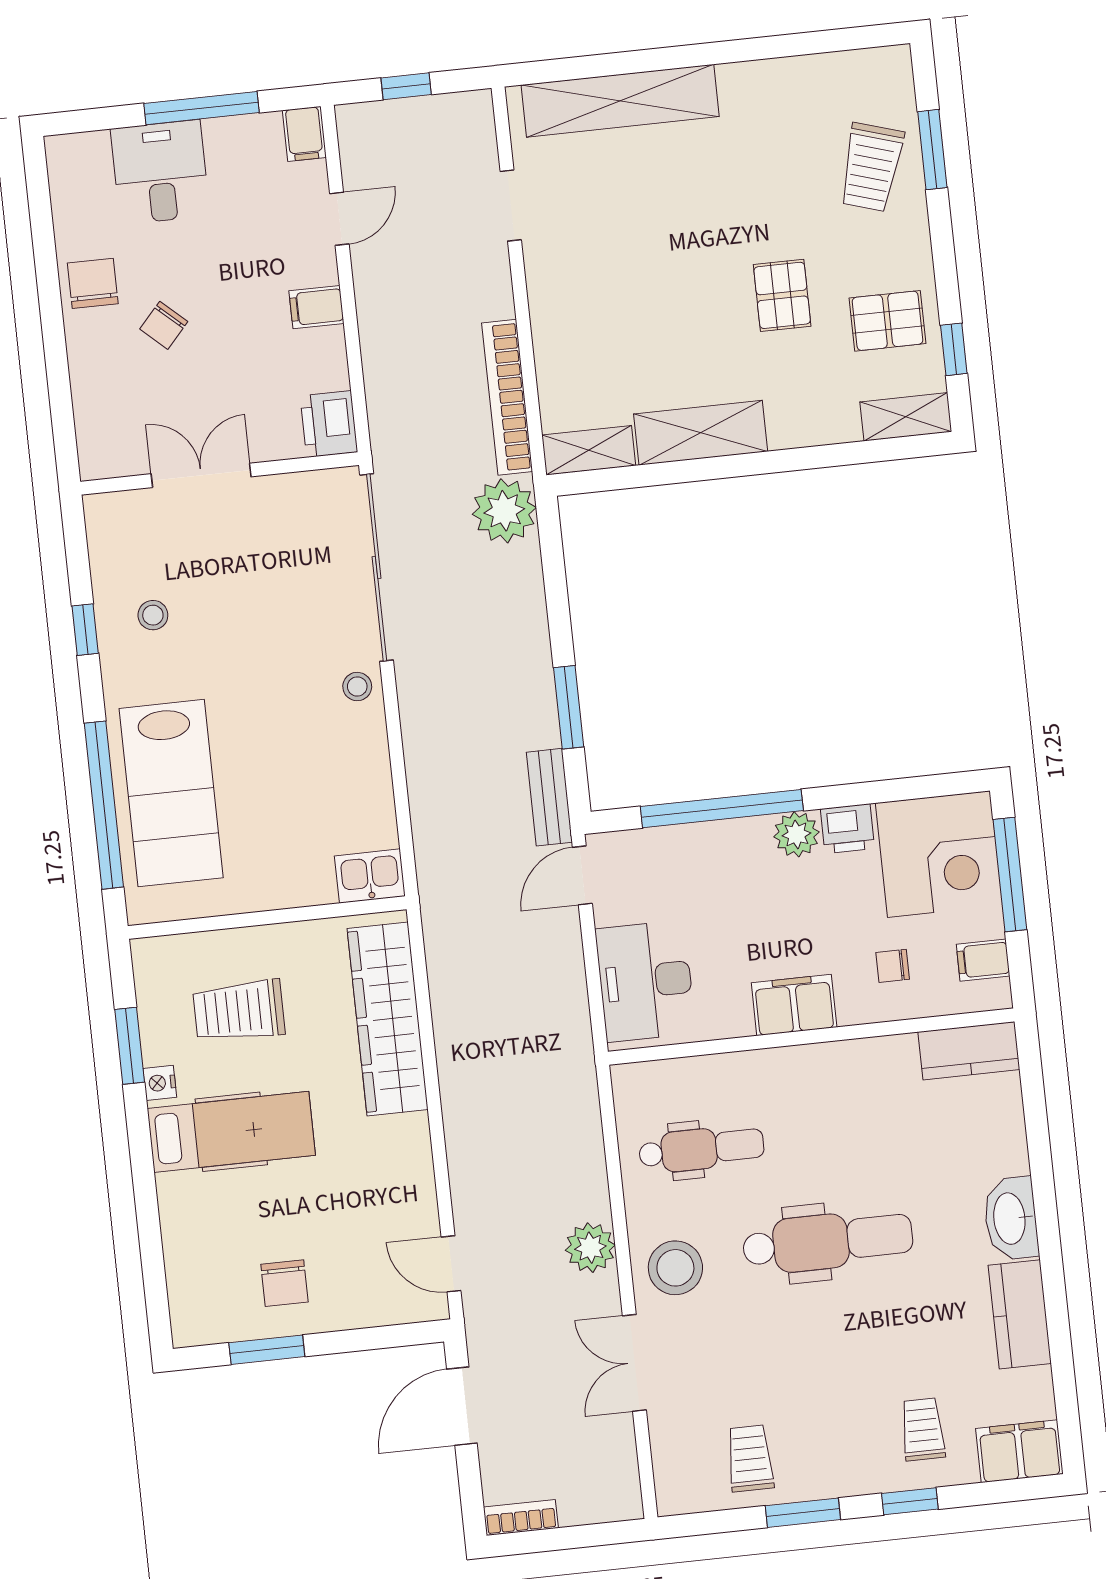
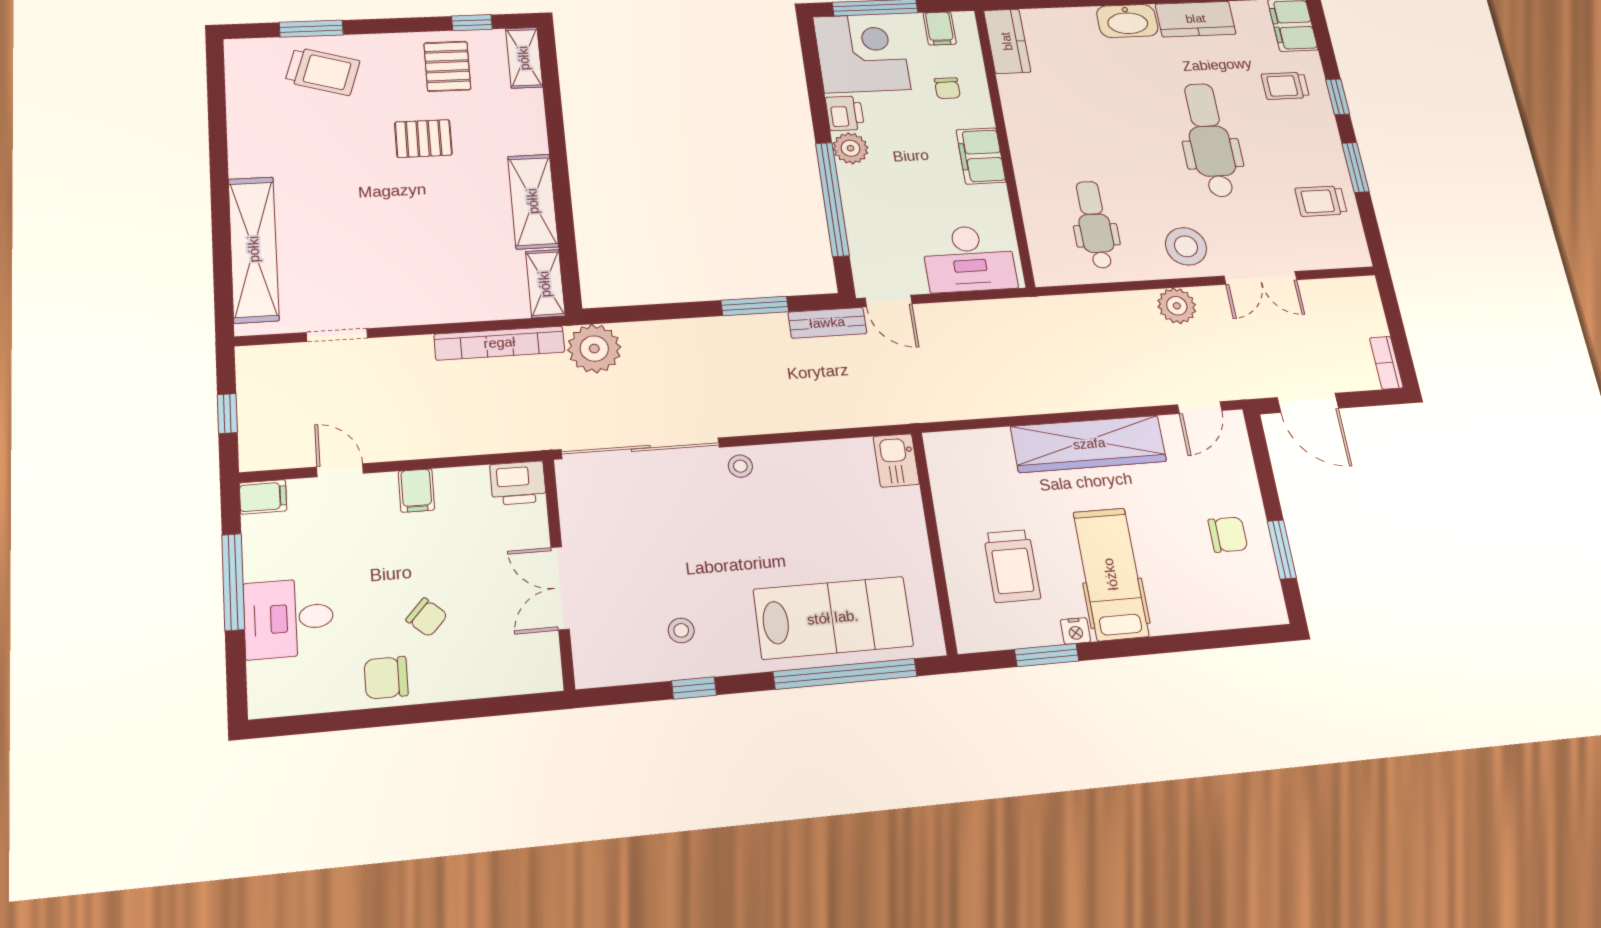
wardrobe: (388, 1019) -> (1089, 444), moved
dental chair: (828, 1241) -> (1210, 140), moved

